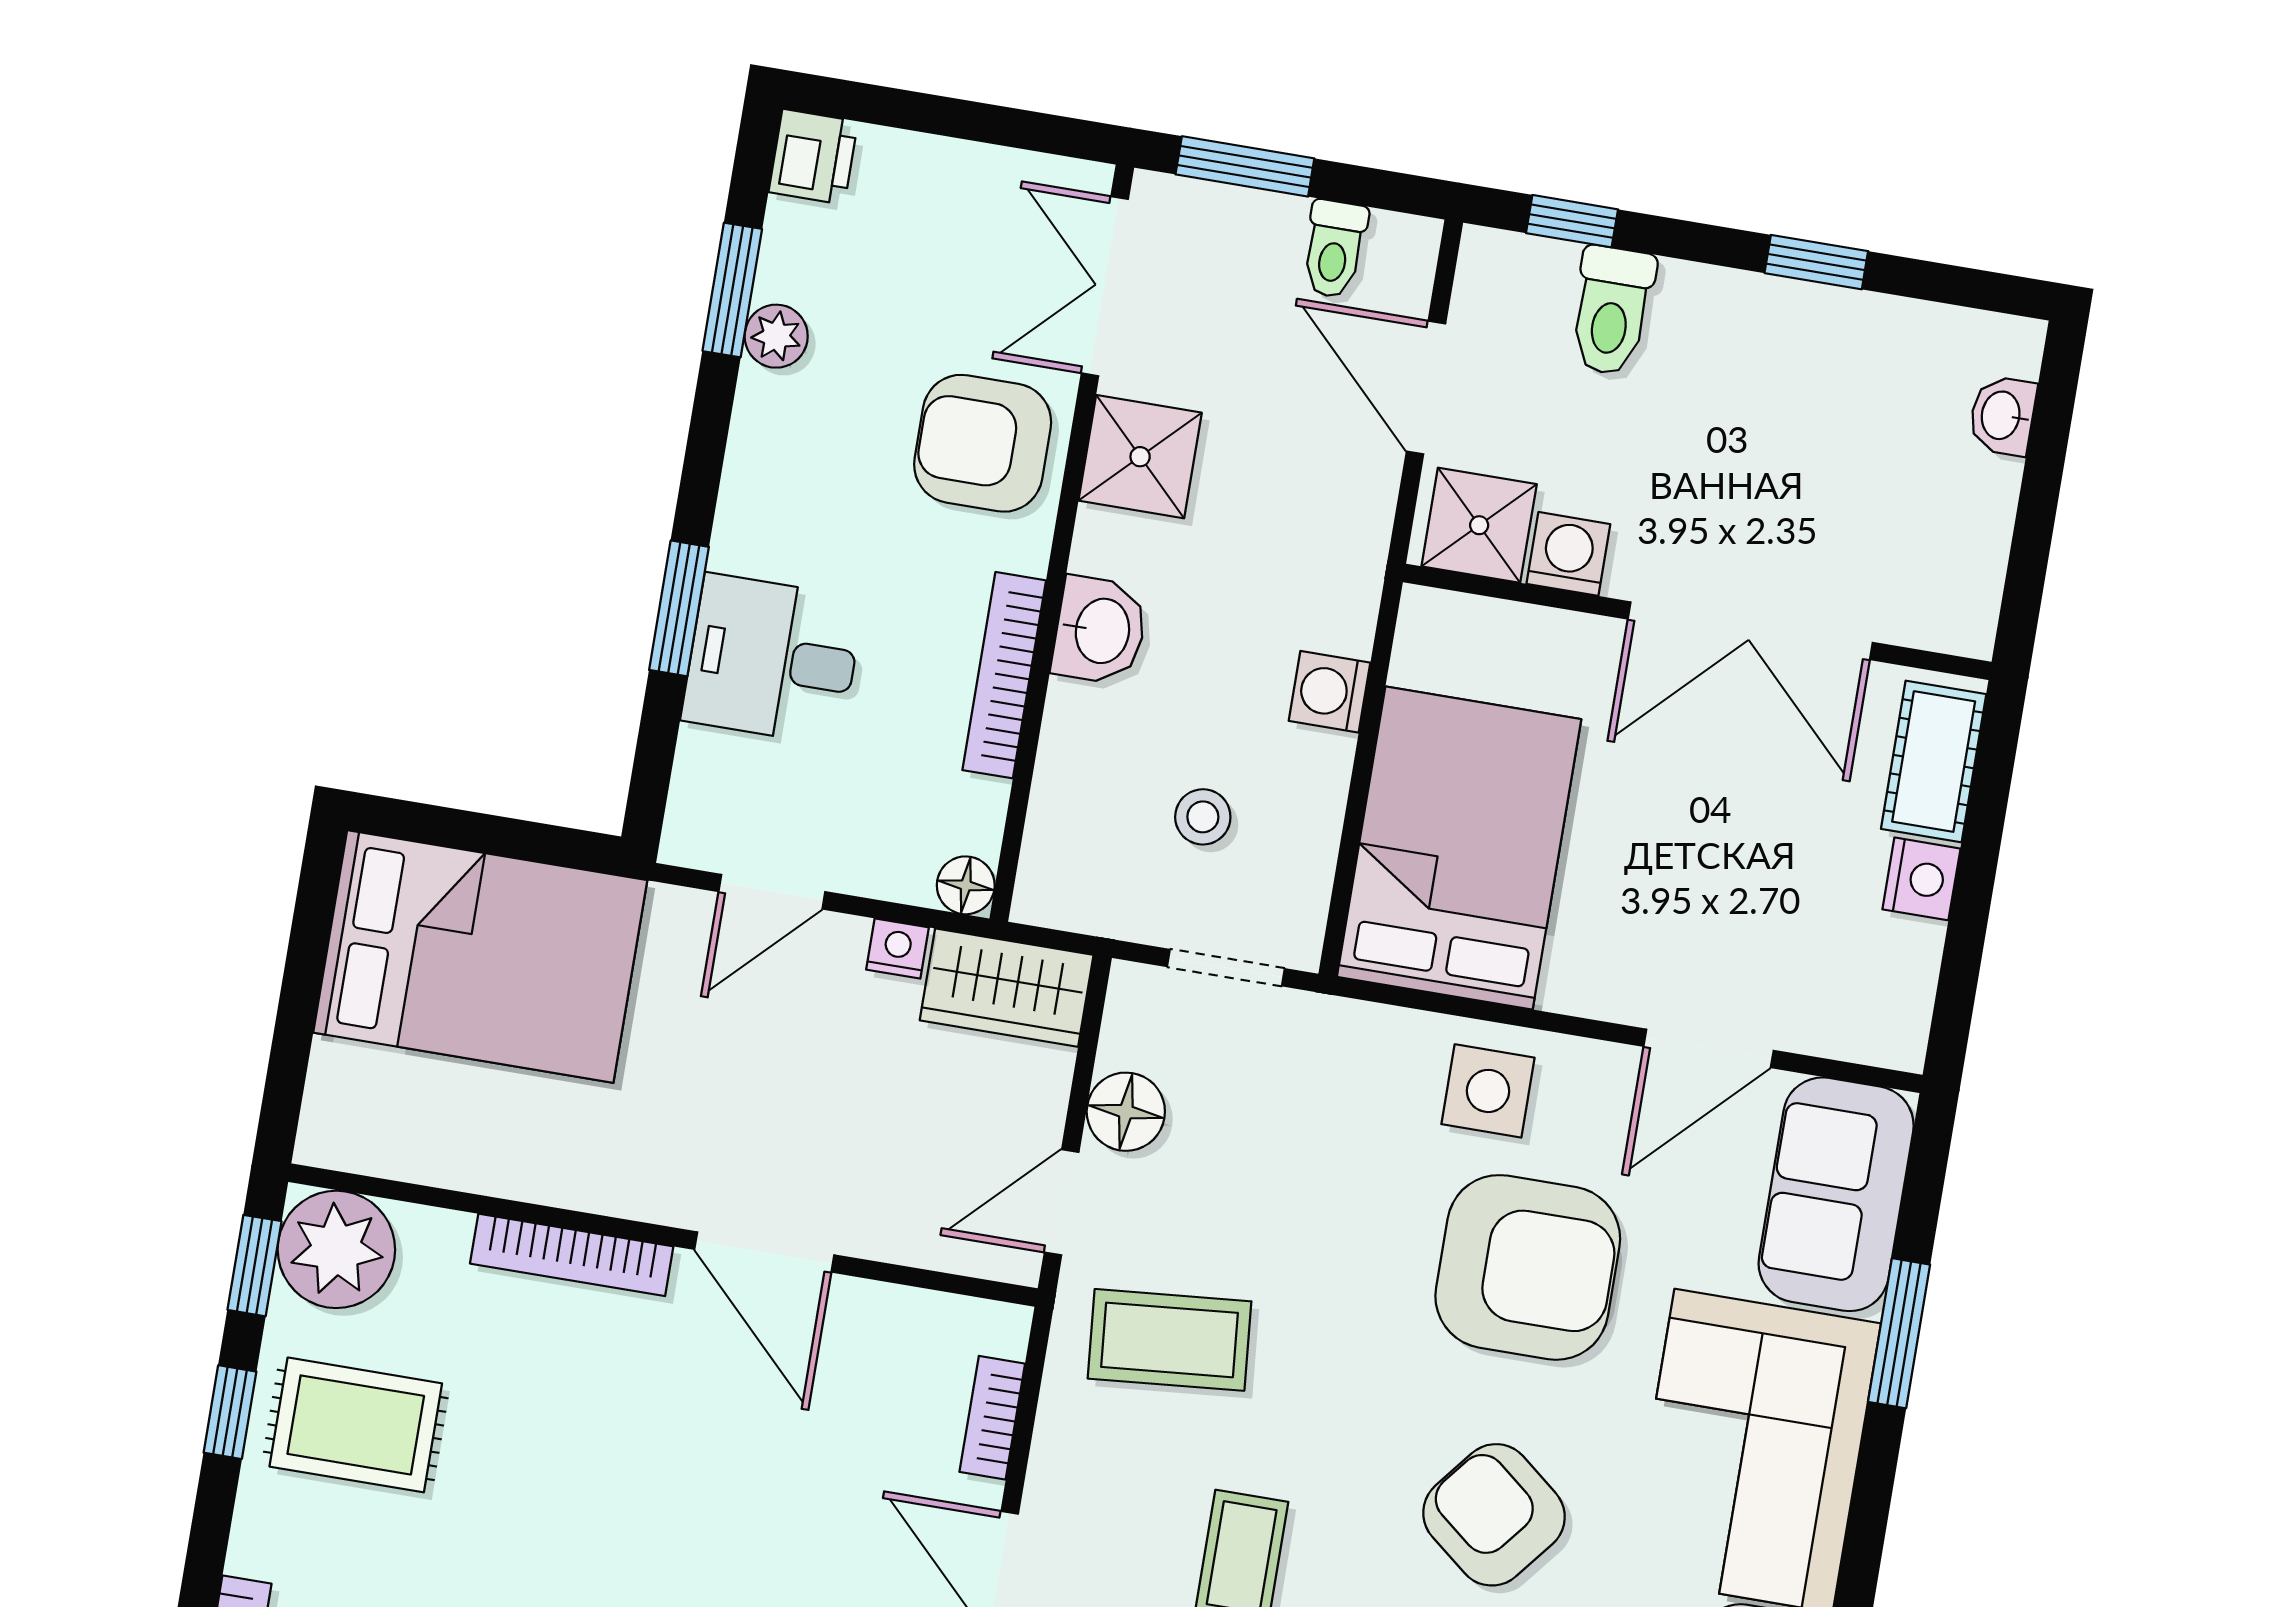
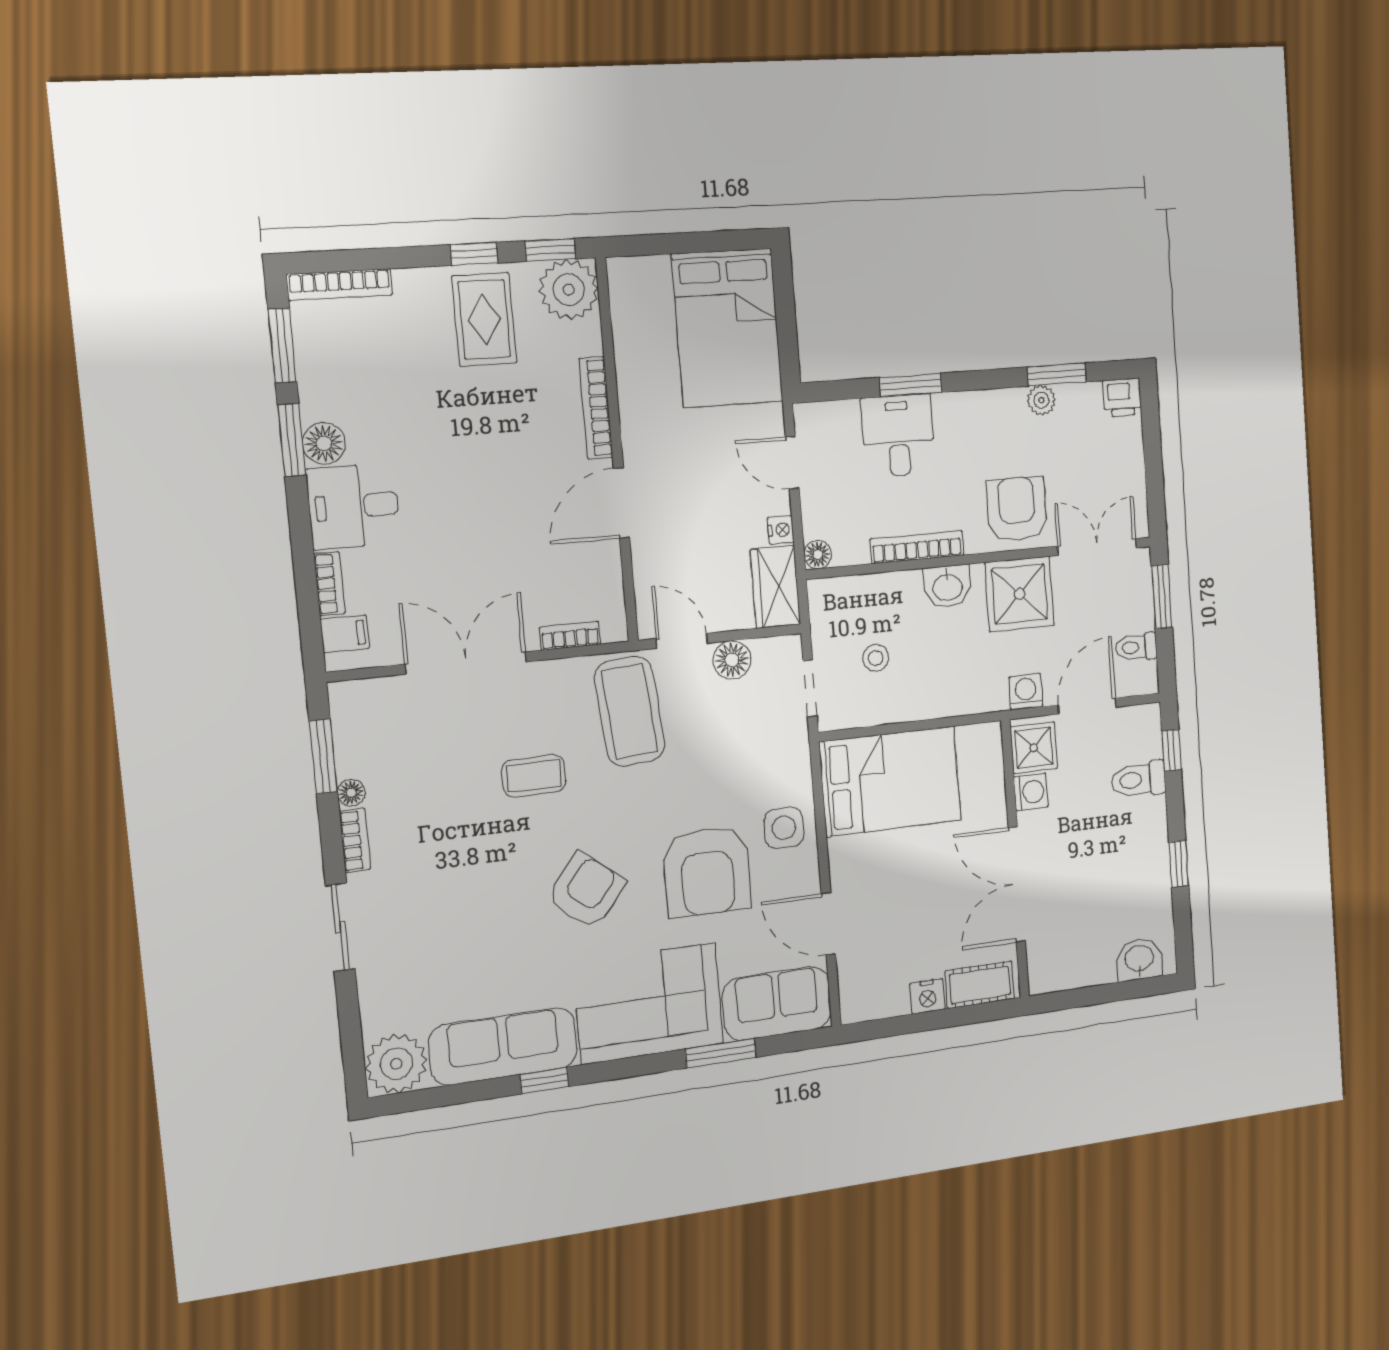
washbasin: (2002, 416) -> (1139, 959), width x1.38, depth x1.45
shower: (1140, 457) -> (1020, 594), width x1.36, depth x1.36
washing machine: (1330, 692) -> (1026, 692), moved
coffee table: (1170, 1340) -> (630, 711), width x1.36, depth x1.32

